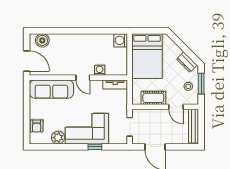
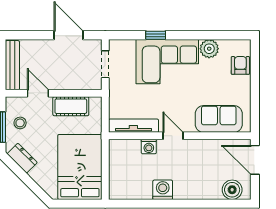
washing machine: (121, 40) -> (163, 190), moved, turned -90
tv unit: (115, 84) -> (133, 126), width x1.41
sofa: (51, 89) -> (219, 119), width x0.73

